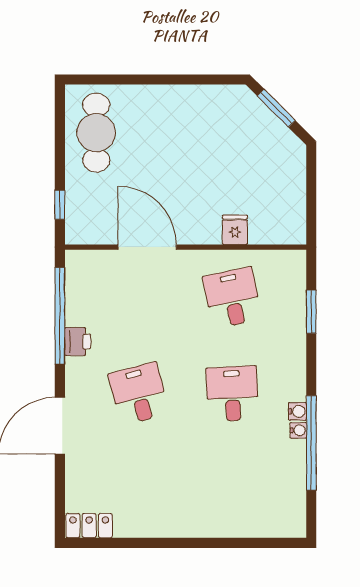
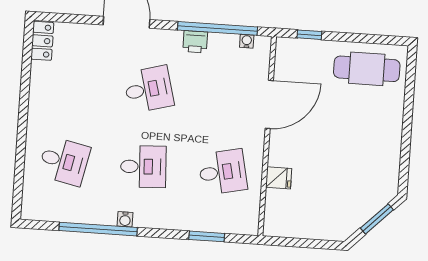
water cooler: (298, 430) -> (247, 41), moved, turned 180
desk: (232, 490) -> (64, 161), added

